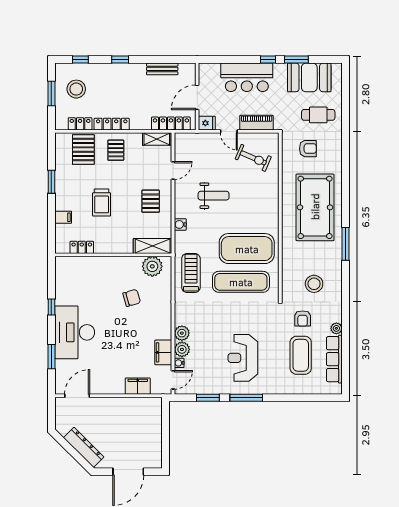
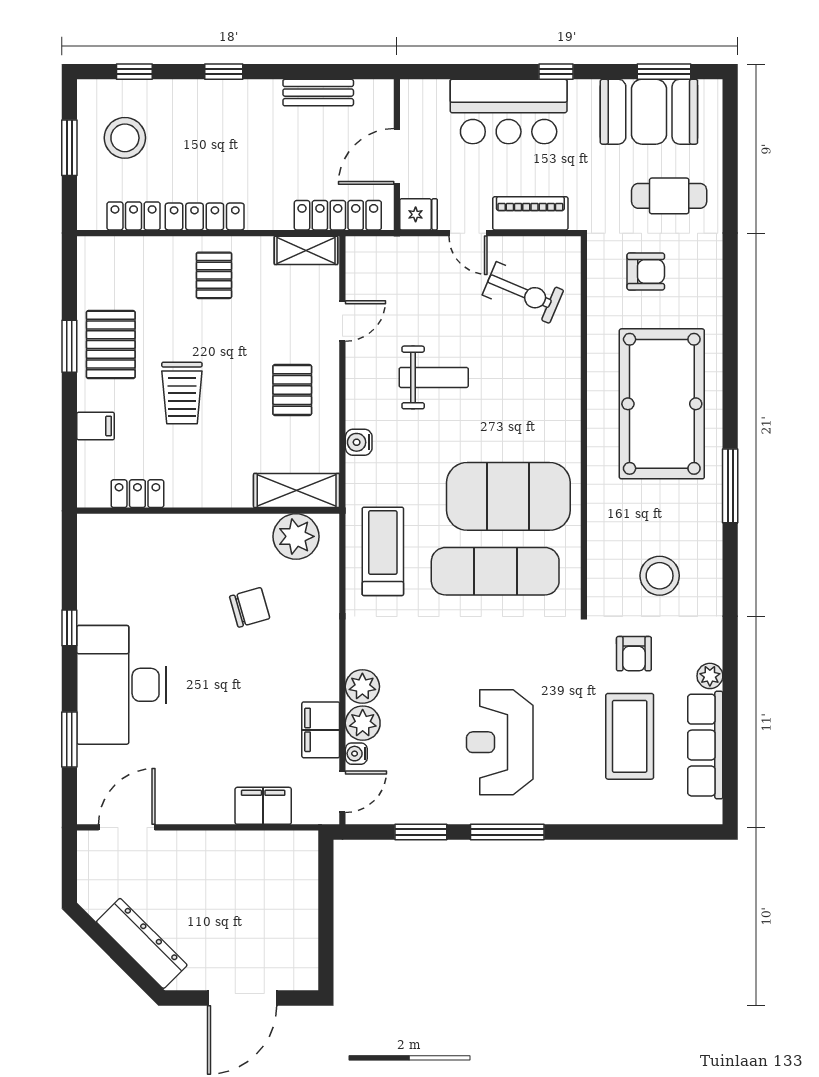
window: (296, 60) -> (664, 72), moved
pallet: (83, 150) -> (111, 345), moved

